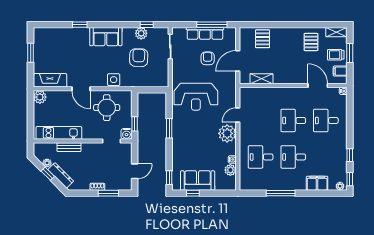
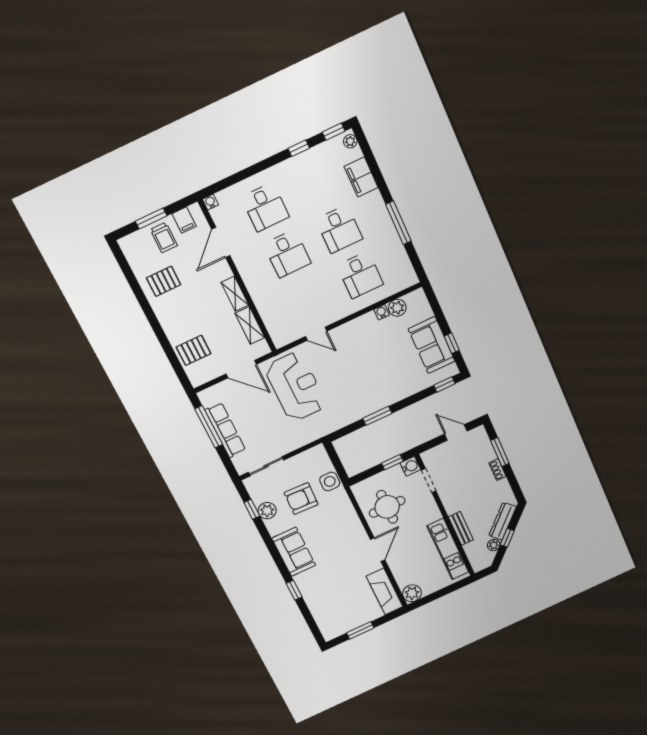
shelving: (336, 32) -> (235, 294), moved
armchair: (208, 58) -> (258, 410), removed
side table: (114, 80) -> (330, 481), moved
reception desk: (196, 97) -> (296, 387), moved
plant: (227, 133) -> (349, 336), removed

